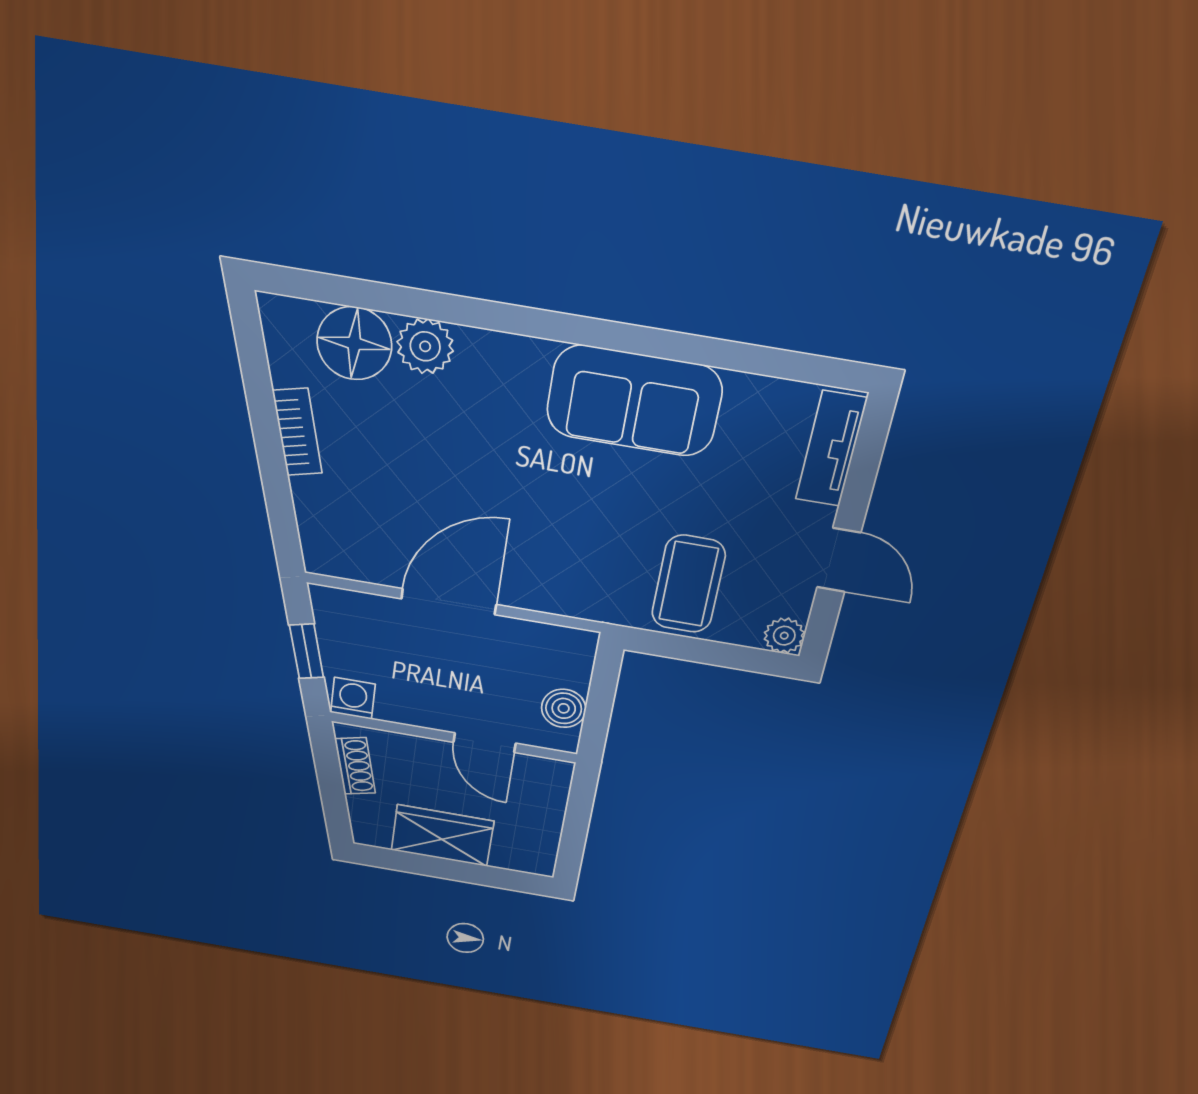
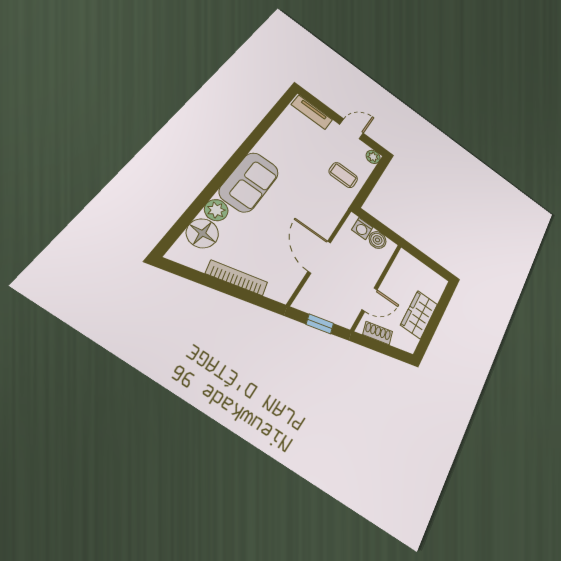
sofa: (634, 401) -> (249, 182), moved
bookcase: (297, 432) -> (237, 278), width x1.56
coffee table: (688, 584) -> (343, 175), width x0.73, depth x0.77
washing machine: (353, 698) -> (362, 228), moved, turned -90
door: (485, 743) -> (370, 300), moved

